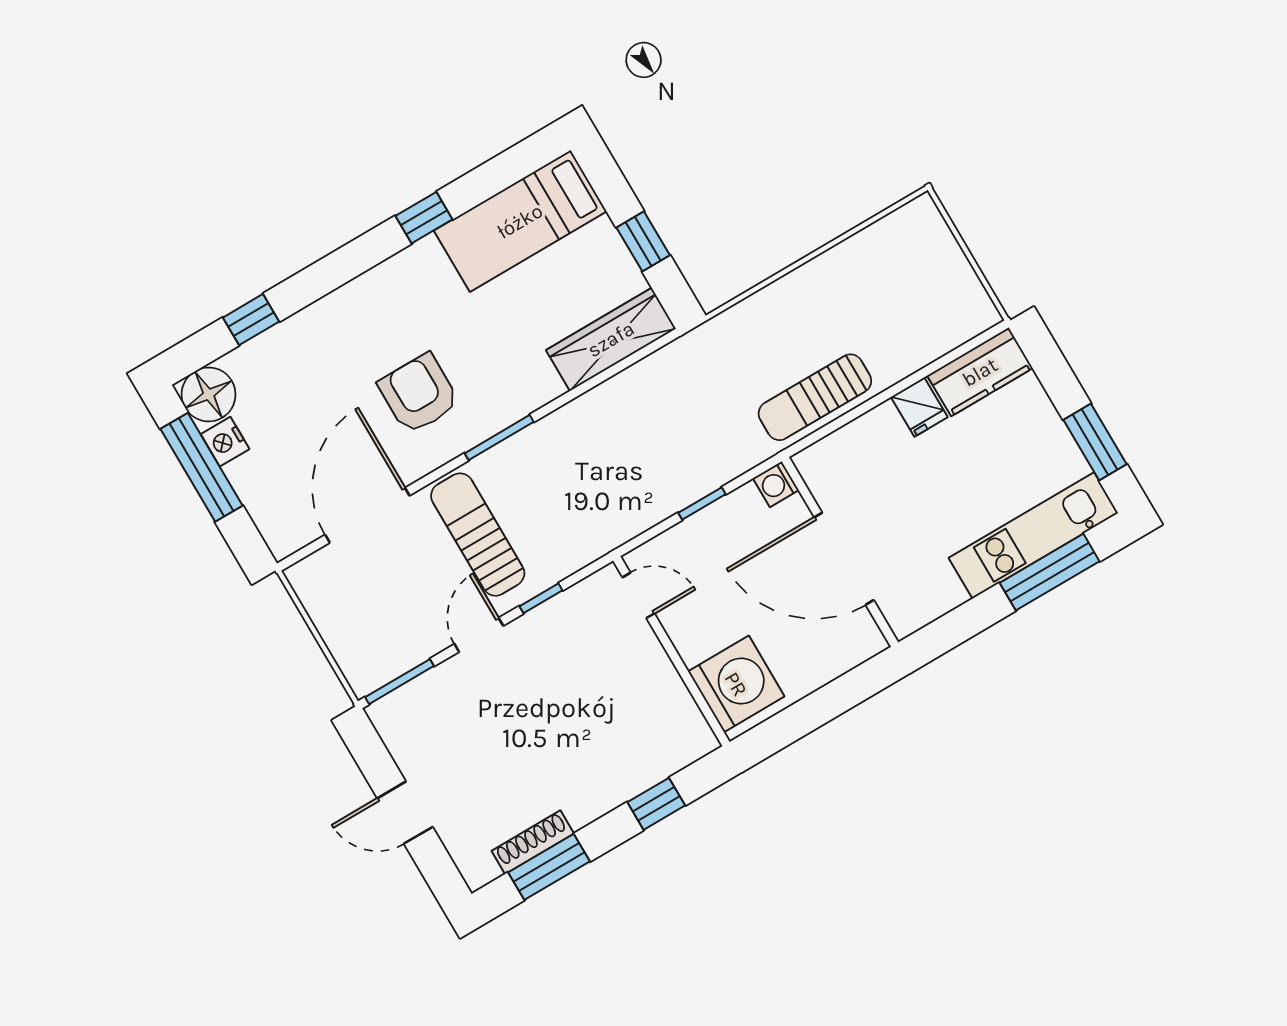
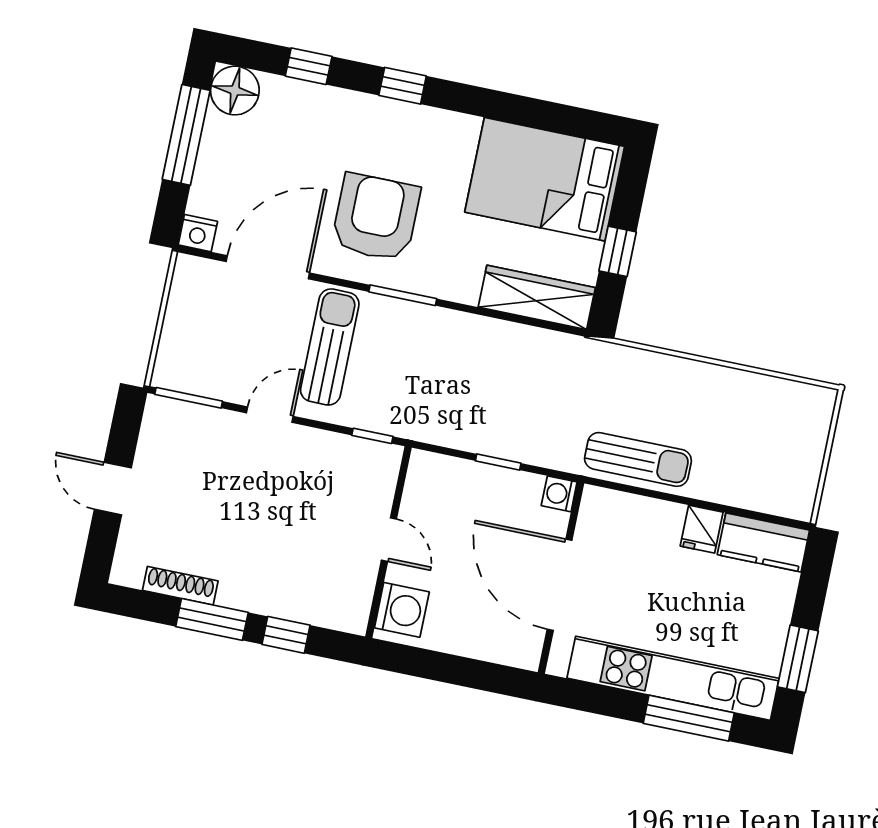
window: (424, 218) -> (403, 86), moved
bed: (520, 221) -> (545, 179), width x1.50
armchair: (419, 394) -> (376, 217), width x1.36, depth x1.36
sun lounger: (815, 397) -> (638, 459), turned 180
nightstand: (225, 442) -> (198, 233), moved, turned -90
kitchen unit: (1033, 535) -> (673, 678), width x1.36
door: (638, 595) -> (389, 540), moved
window: (541, 598) -> (372, 436), moved
washing machine: (736, 684) -> (402, 610), width x0.73, depth x0.73
window: (549, 867) -> (212, 619), moved

